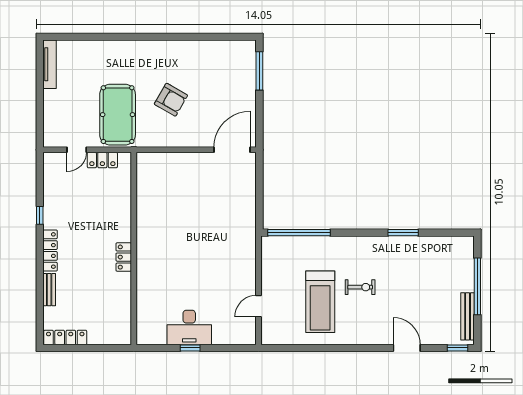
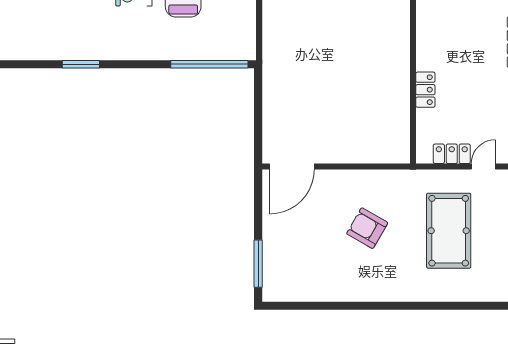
pool table: (118, 115) -> (449, 231), moved
locker: (124, 257) -> (425, 90), moved

